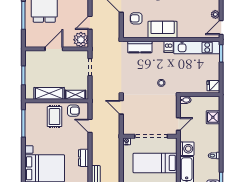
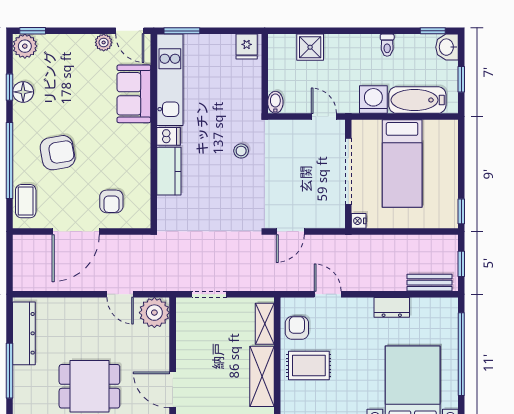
sofa: (163, 30) -> (134, 94), moved
kitchen counter: (140, 47) -> (169, 171), moved
door: (54, 49) -> (173, 390), moved
door: (90, 126) -> (328, 294), swing flipped

